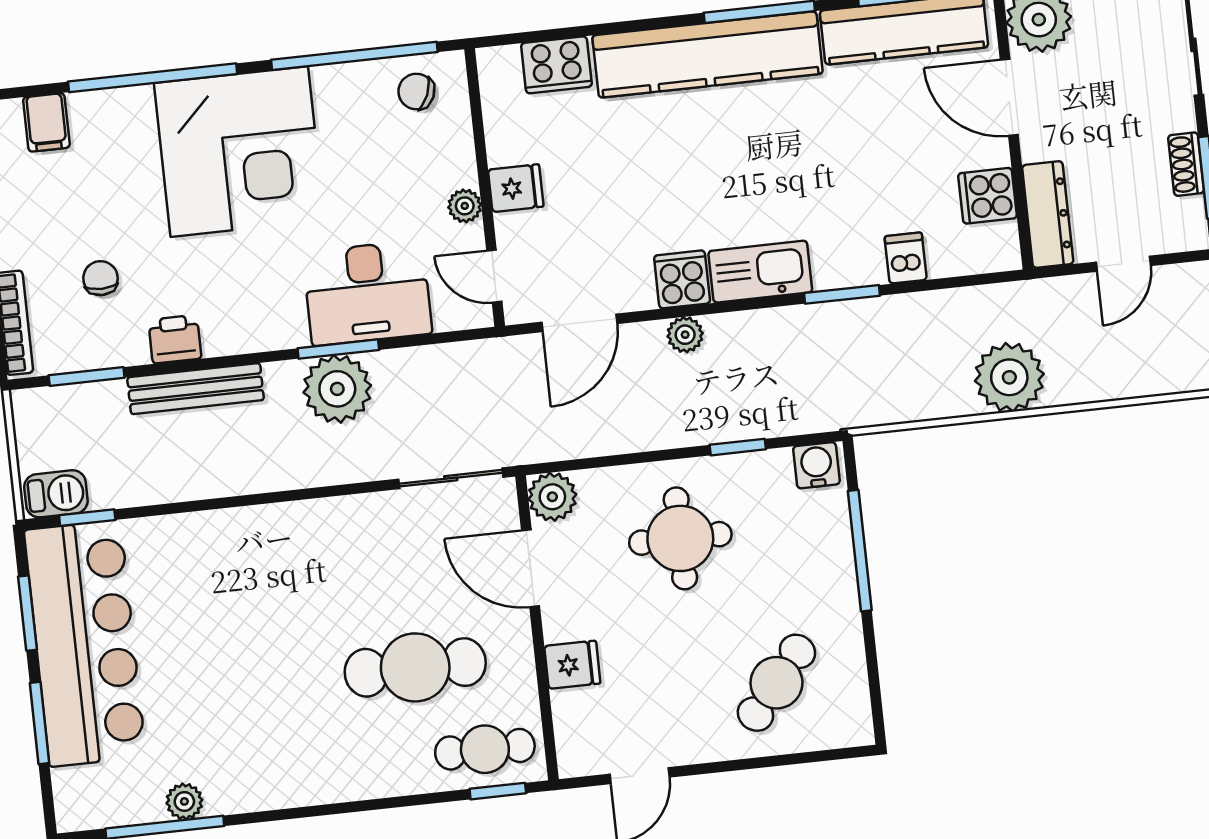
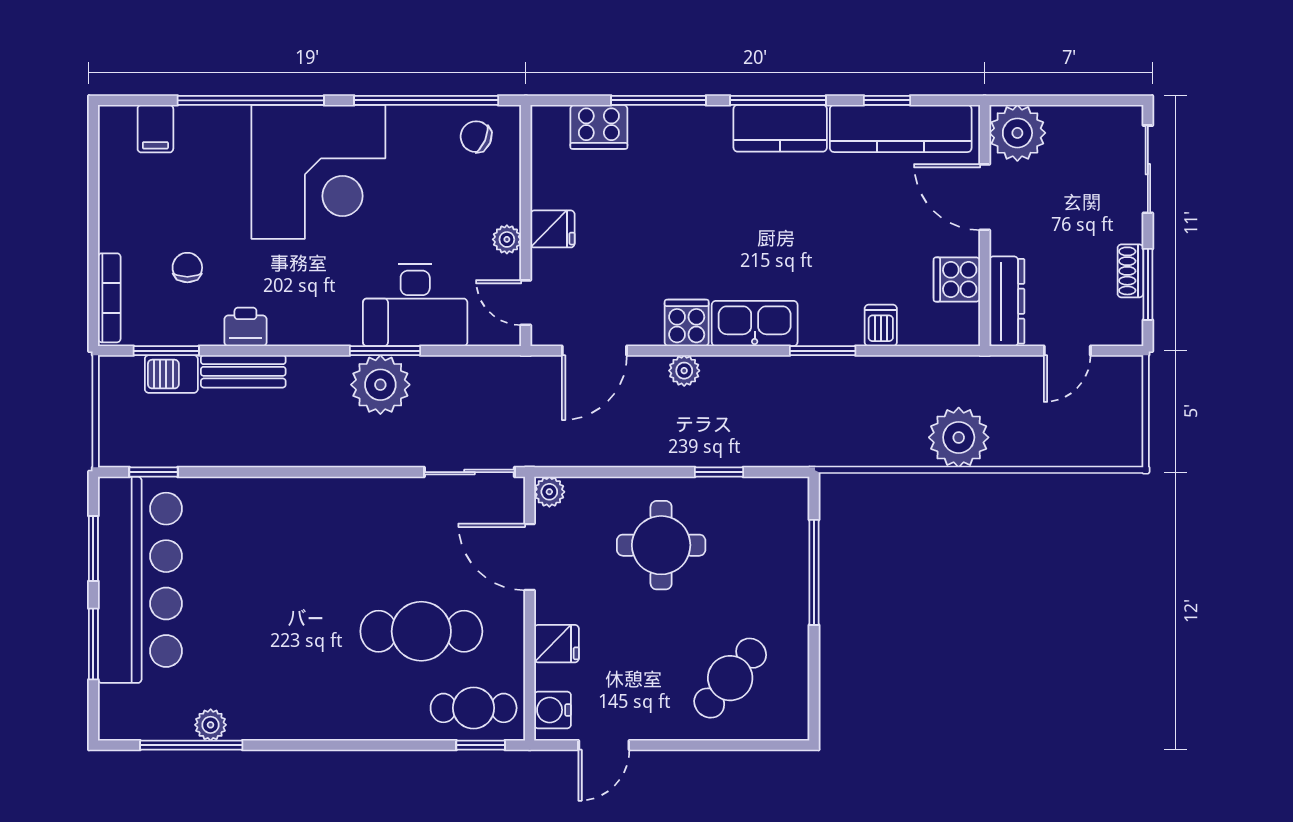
window: (622, 27) -> (659, 100), added
kitchen counter: (708, 55) -> (780, 128), width x0.48, depth x0.86
bench: (196, 389) -> (243, 371), width x0.73
water cooler: (816, 465) -> (553, 710), moved, turned -90
barbecue: (56, 494) -> (171, 374), moved, turned 180
plant: (552, 497) -> (549, 492), width x0.73, depth x0.73

